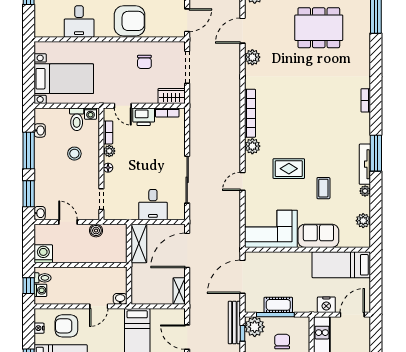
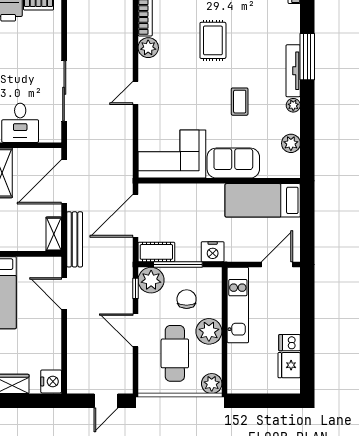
rug: (289, 169) -> (213, 40), moved, turned 90
cot: (278, 305) -> (156, 252), moved
nightstand: (326, 305) -> (213, 252), moved
bench: (234, 323) -> (75, 239), moved

